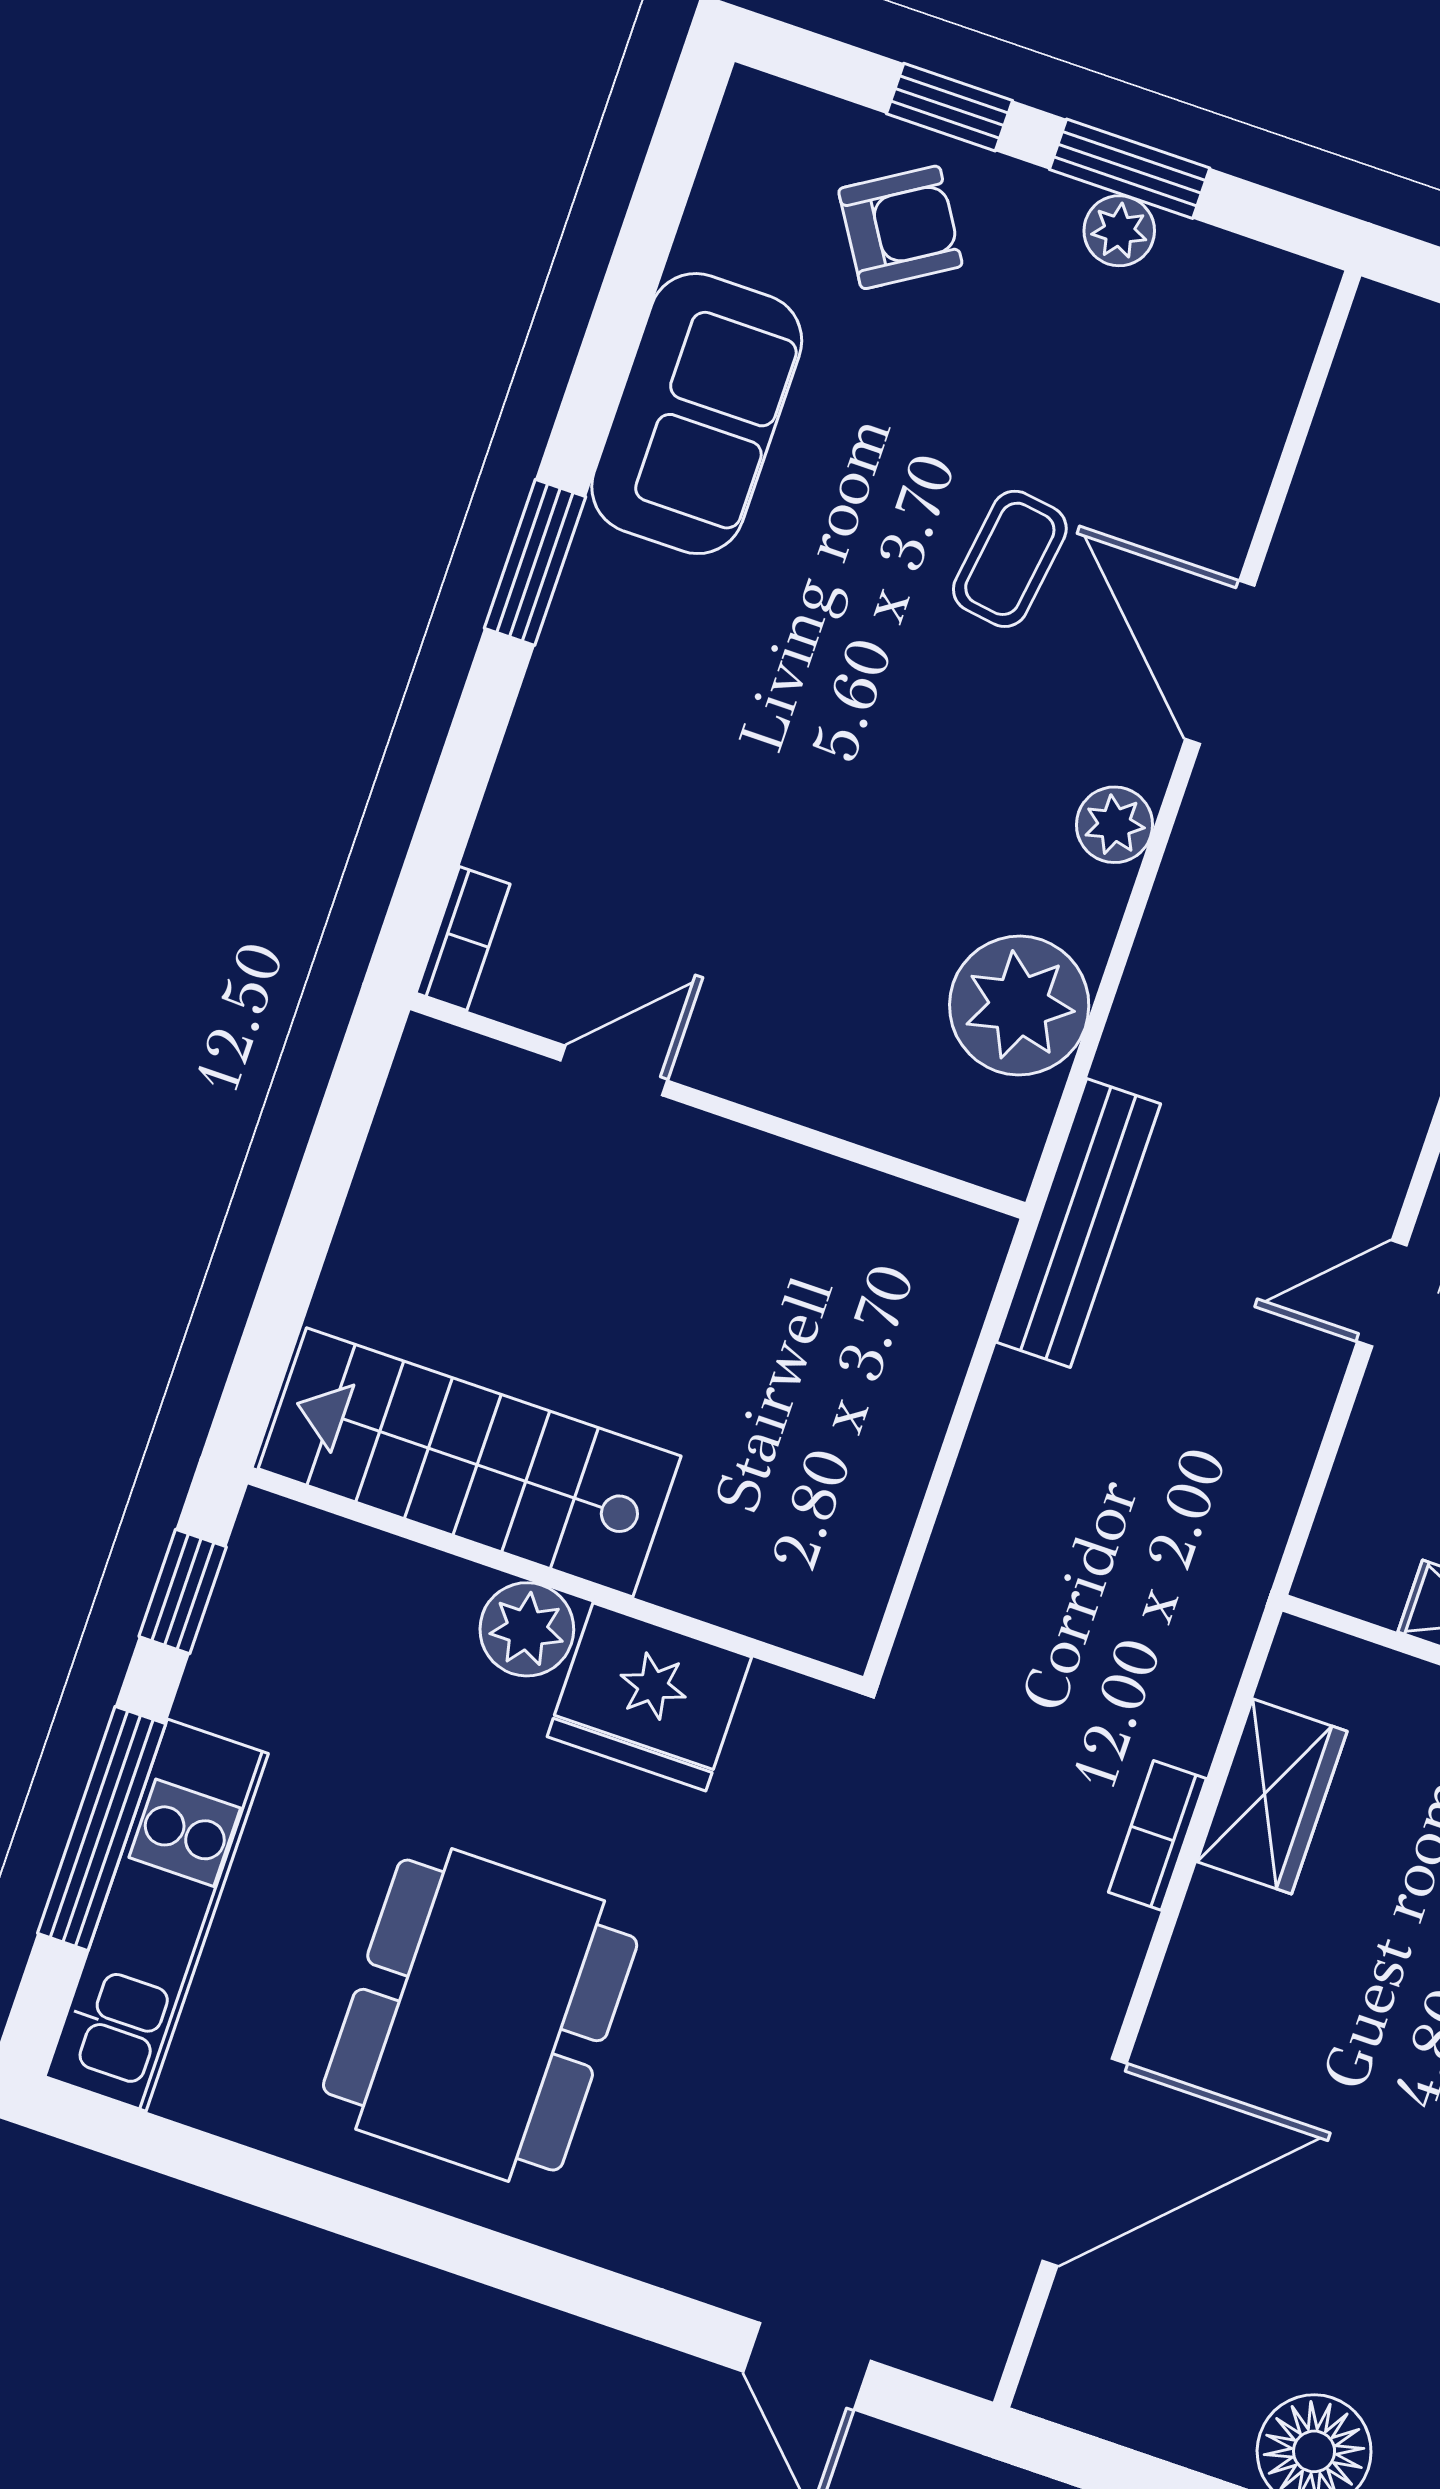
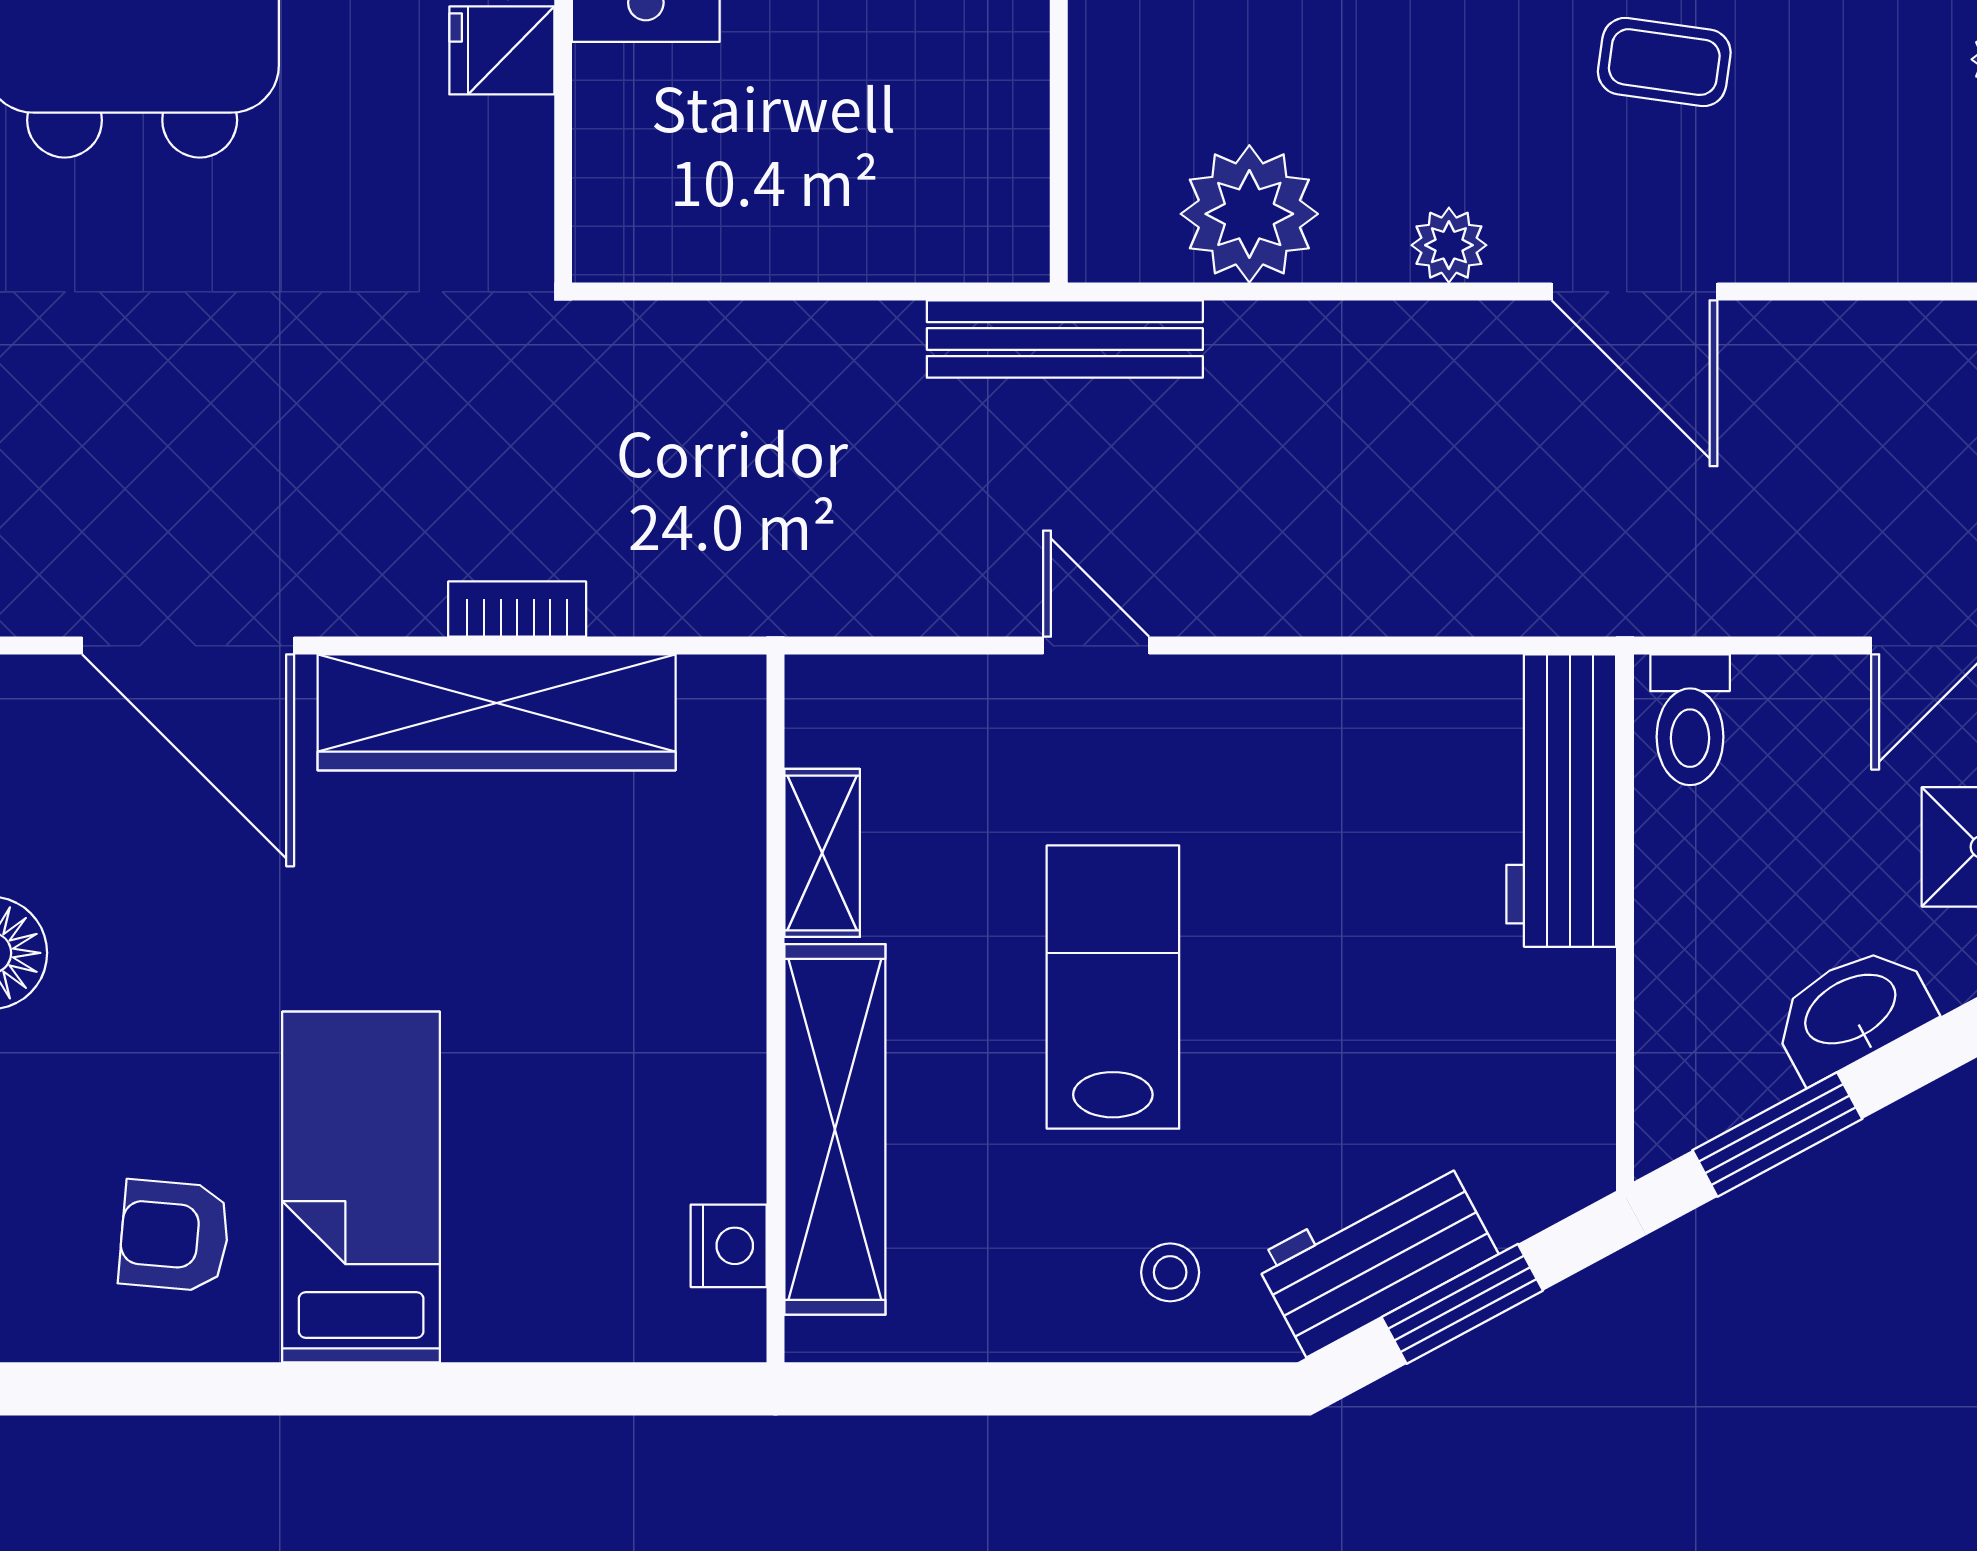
door: (1220, 662) -> (1635, 292), swing flipped
fridge: (649, 1697) -> (502, 50), width x0.53, depth x0.75
wardrobe: (1272, 1796) -> (497, 712), width x2.10, depth x1.17

